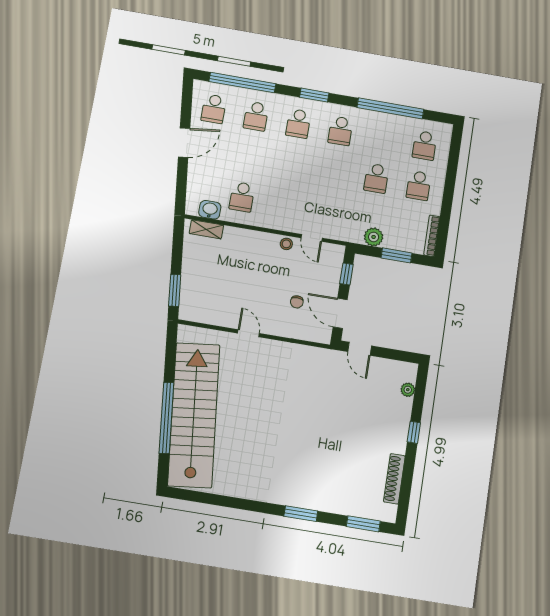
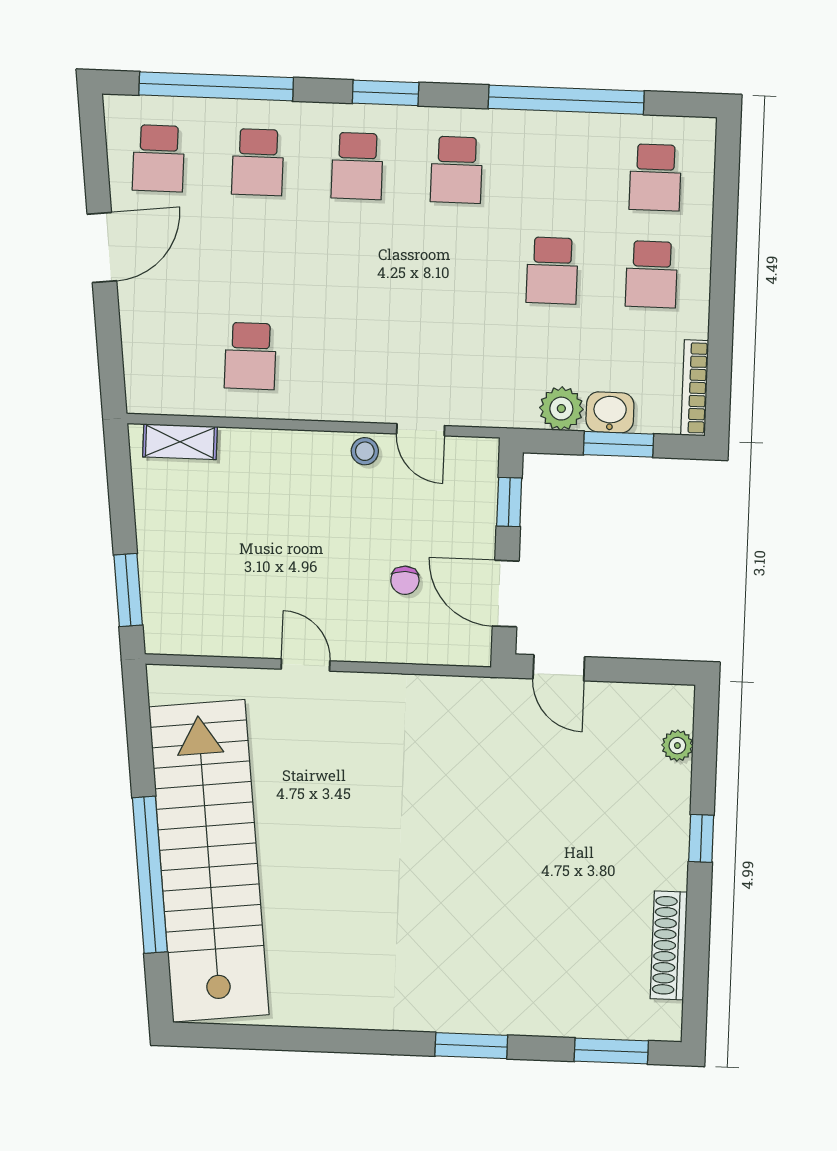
washbasin: (210, 210) -> (610, 412), moved

